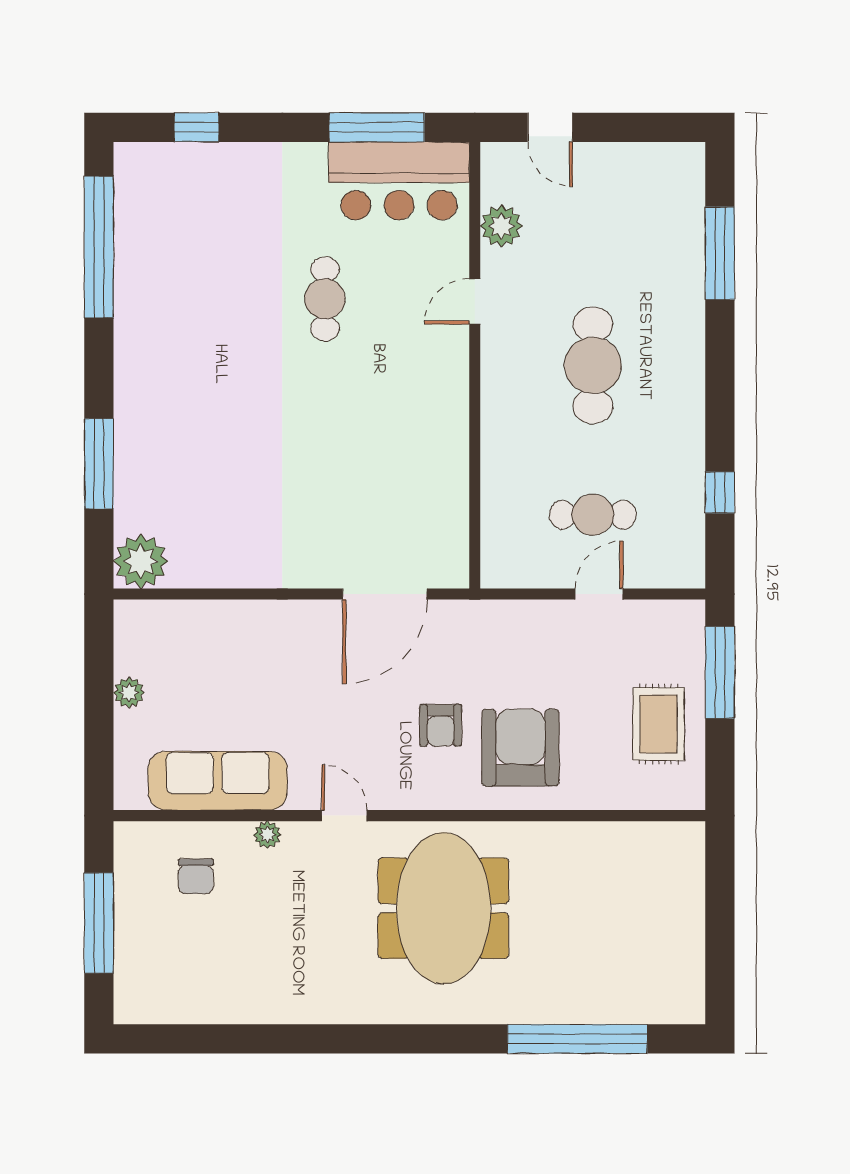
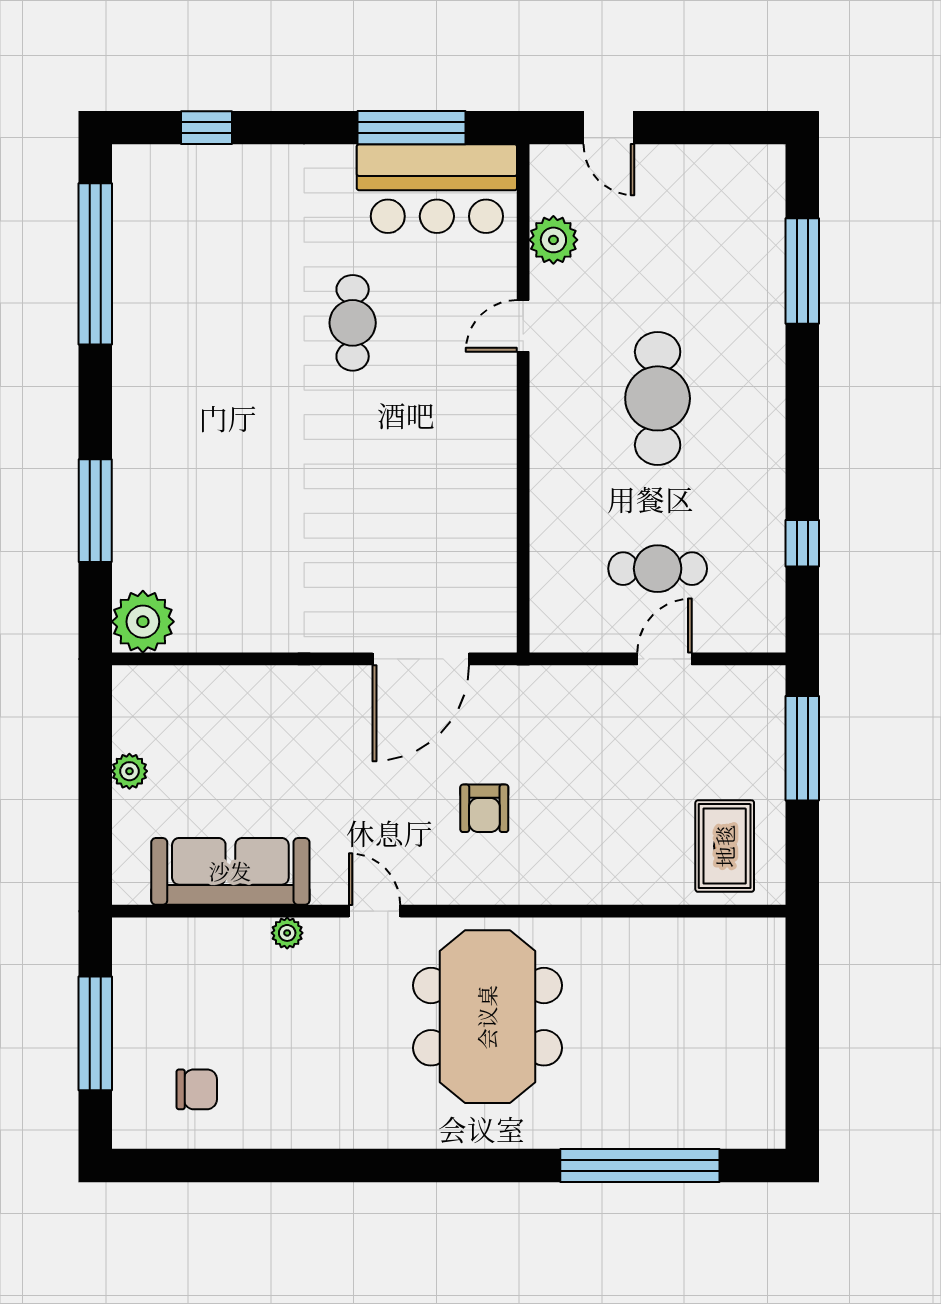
rug: (659, 724) -> (725, 846), moved
armchair: (520, 748) -> (575, 834), removed
chair: (196, 876) -> (197, 1089), moved, turned -90

